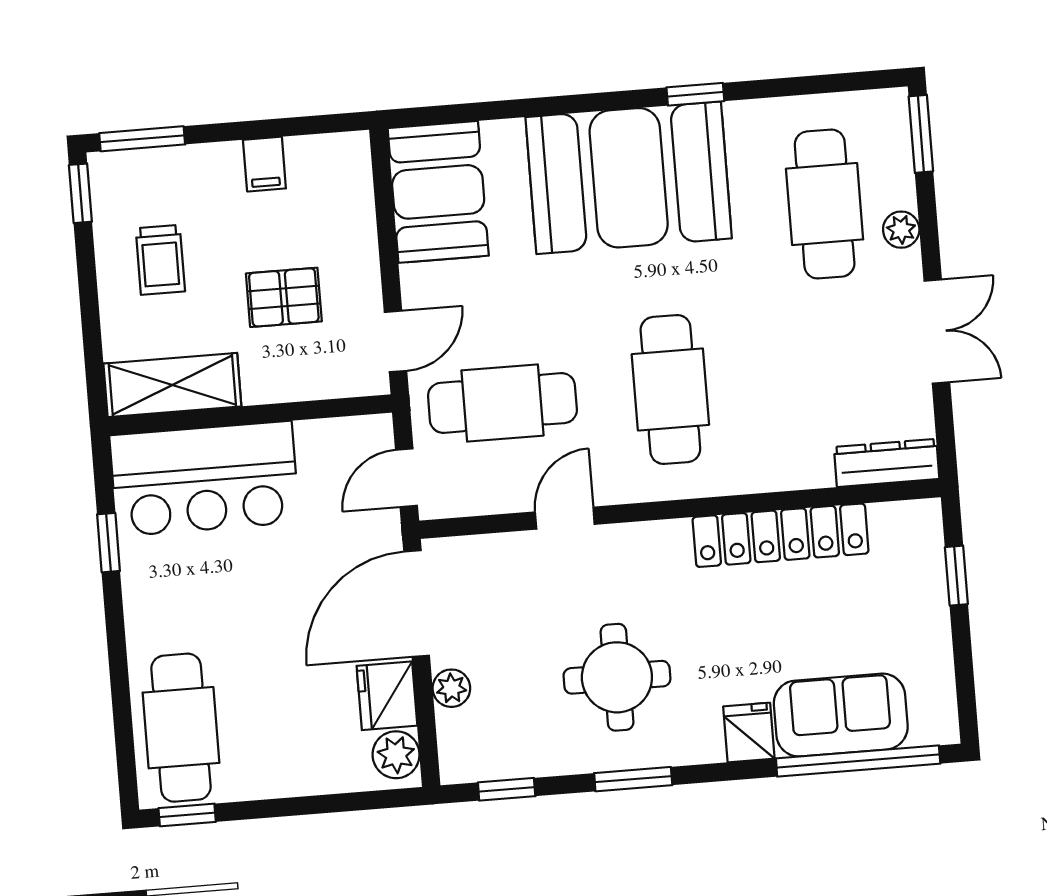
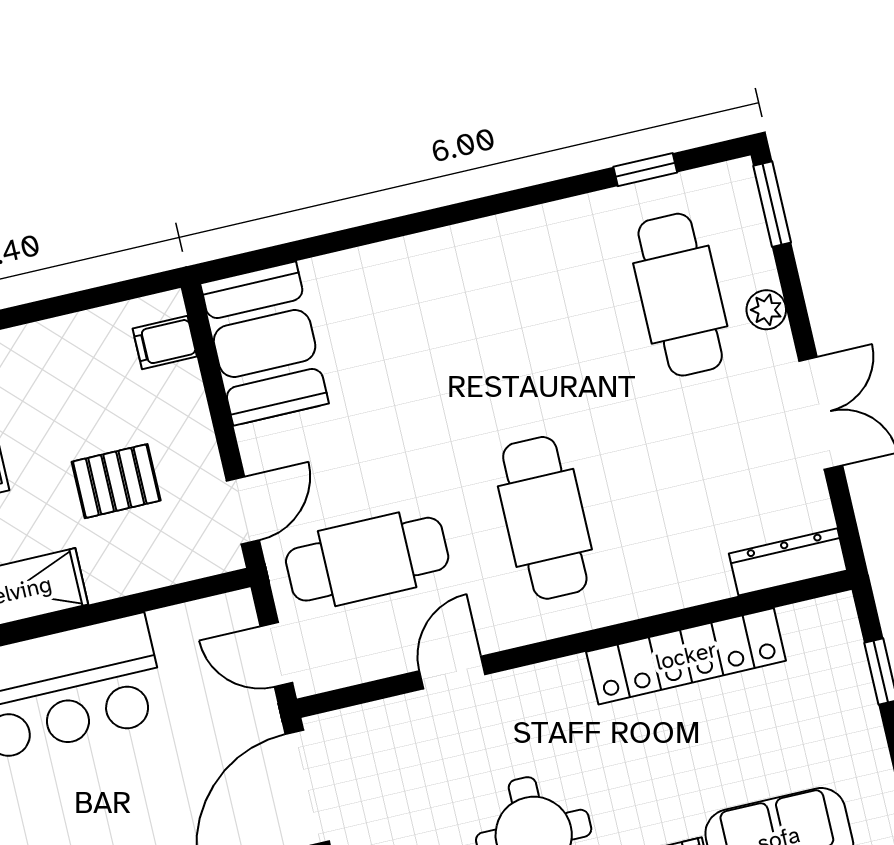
window: (695, 94) -> (645, 170), moved
filing cabinet: (264, 164) -> (165, 342), moved, turned 90
booth: (629, 178) -> (466, 298), removed
door: (406, 478) -> (276, 655), hinge flipped

